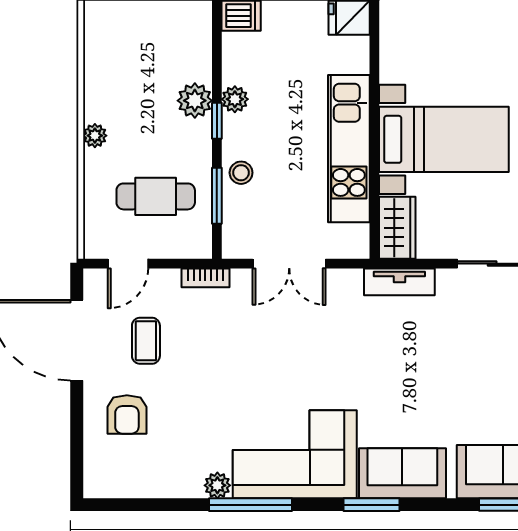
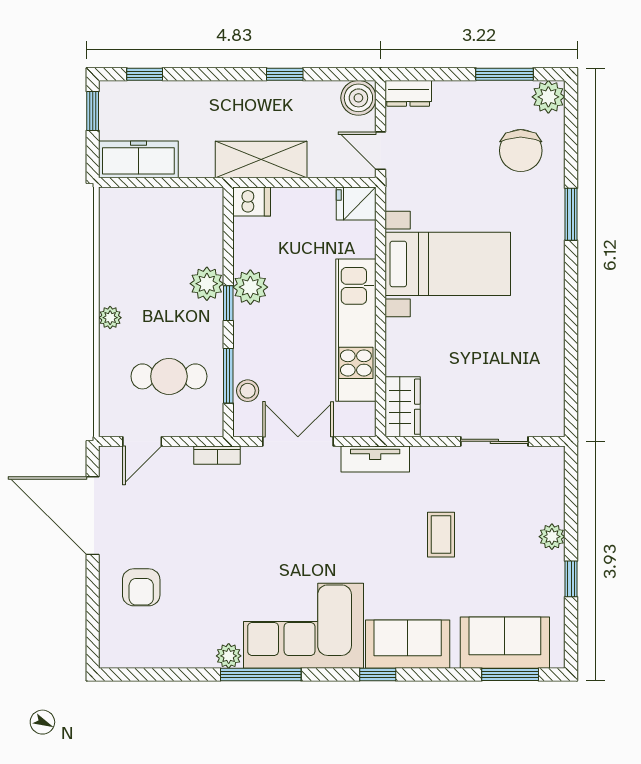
plant: (235, 99) -> (250, 287), width x1.38, depth x1.38
bed with nightstands: (444, 139) -> (448, 264), moved
stool: (241, 173) -> (248, 391), moved
double door: (289, 264) -> (298, 441), swing flipped
tv unit: (399, 282) -> (375, 459), moved
coffee table: (146, 341) -> (441, 535), moved
window: (372, 505) -> (378, 674), width x0.67

